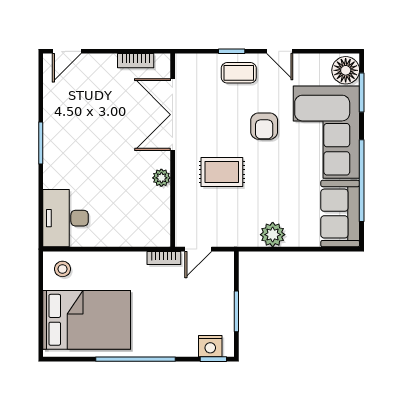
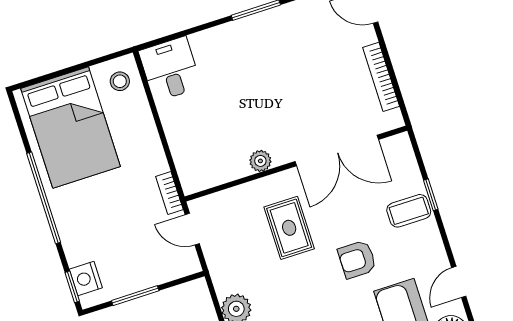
door: (280, 51) -> (459, 282), moved
bookcase: (136, 61) -> (381, 77), width x1.56
coffee table: (239, 73) -> (409, 211), turned 90
double door: (173, 115) -> (337, 150), swing flipped
desk: (66, 218) -> (170, 69), width x0.73

